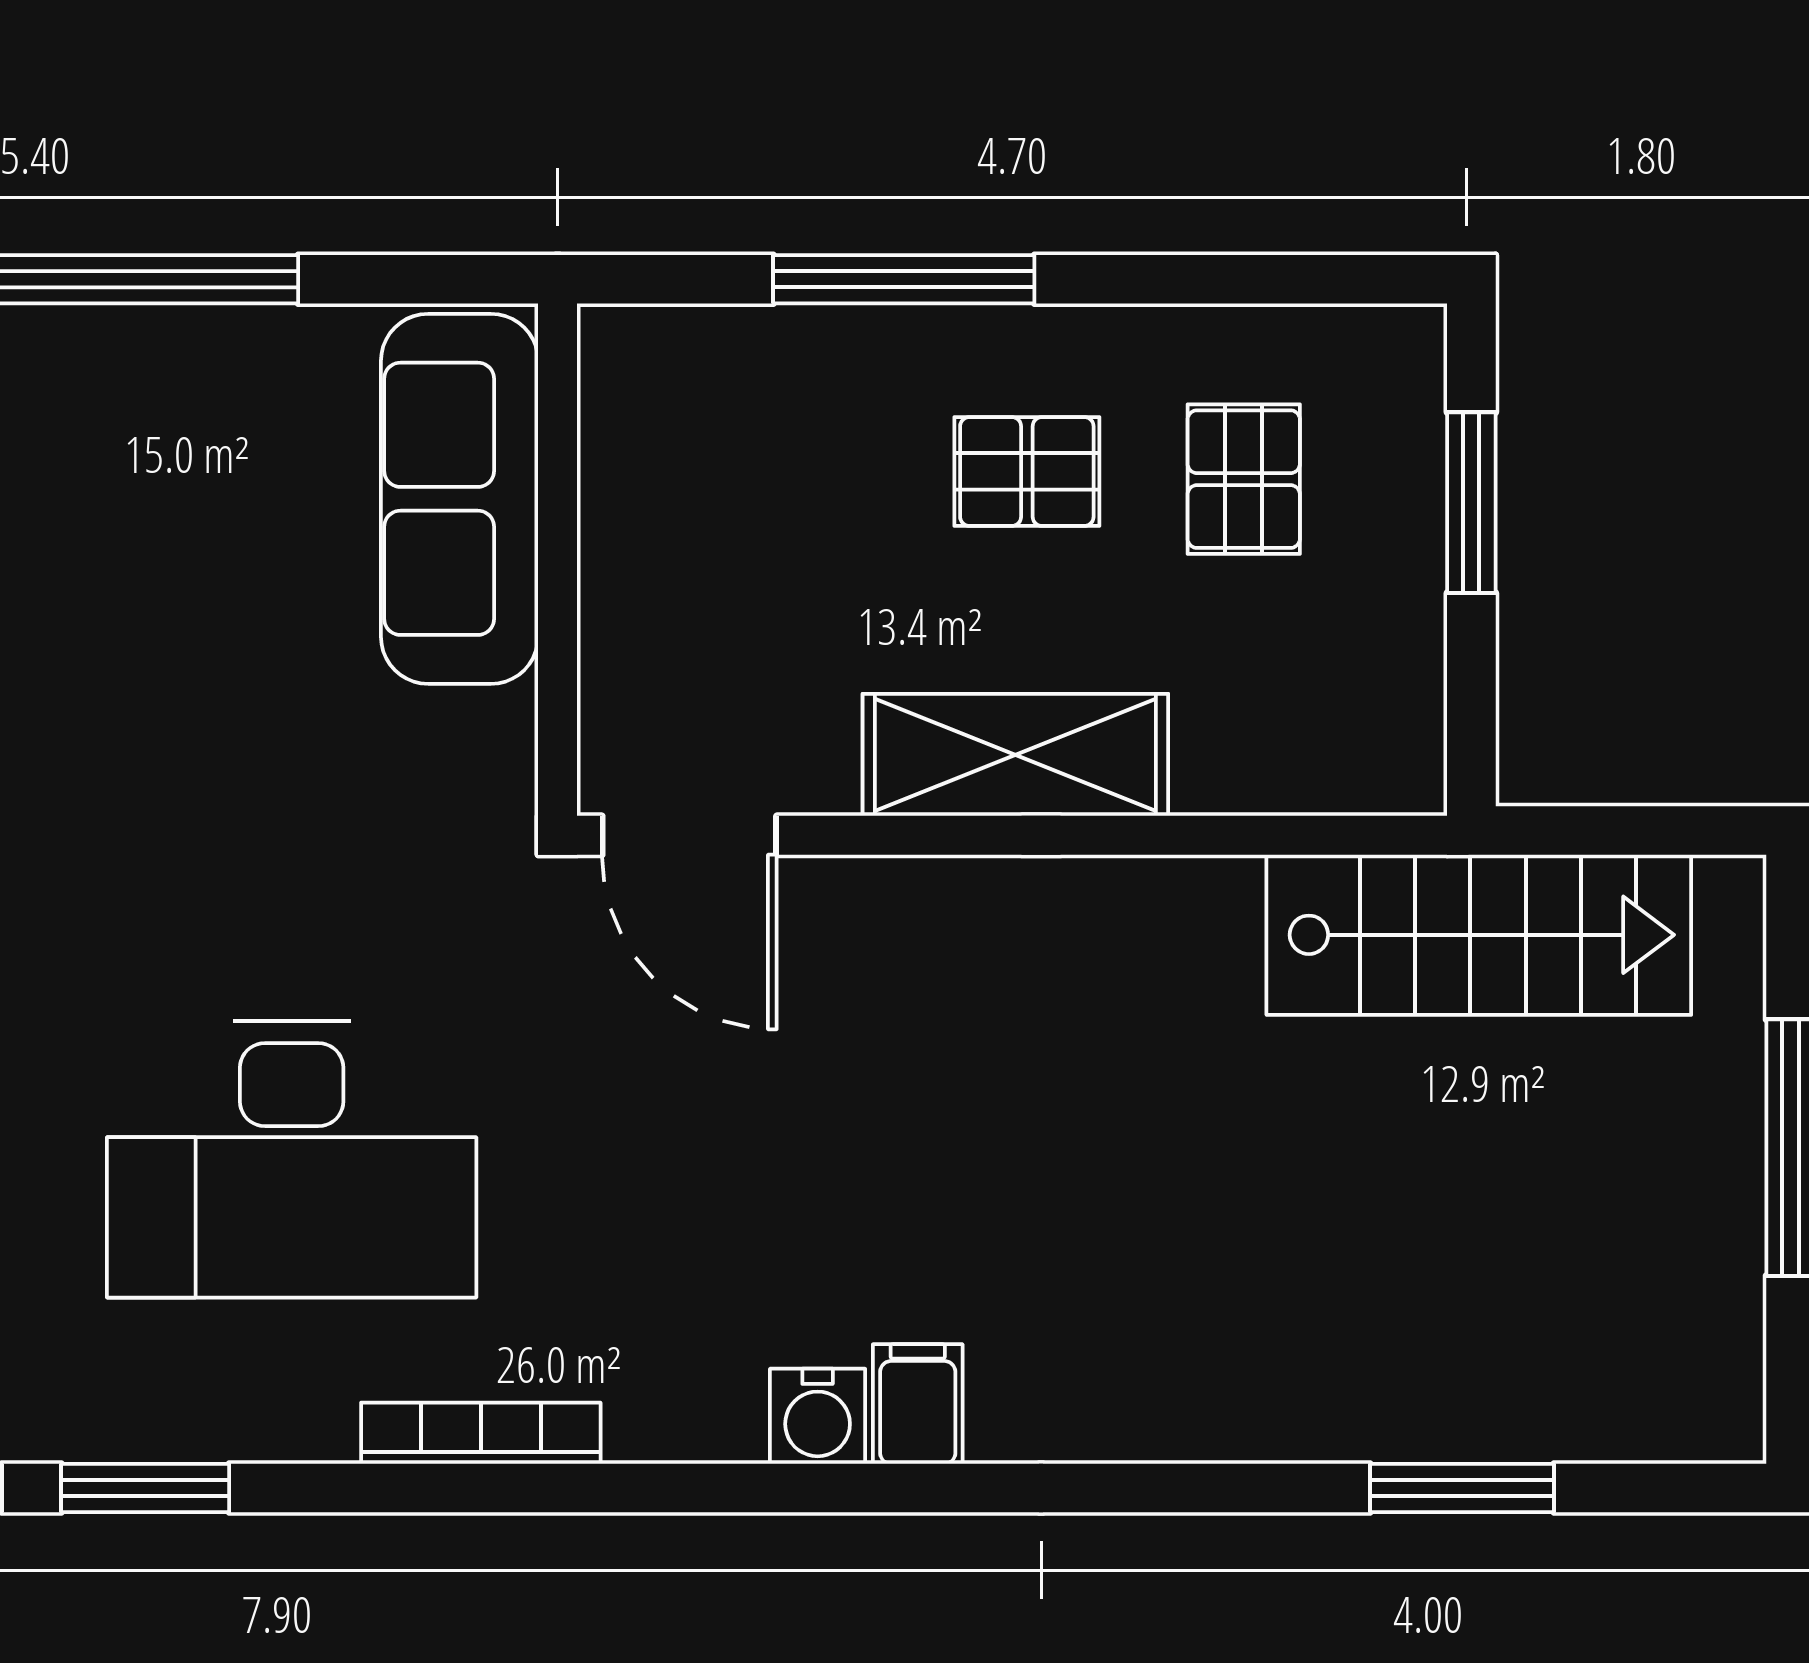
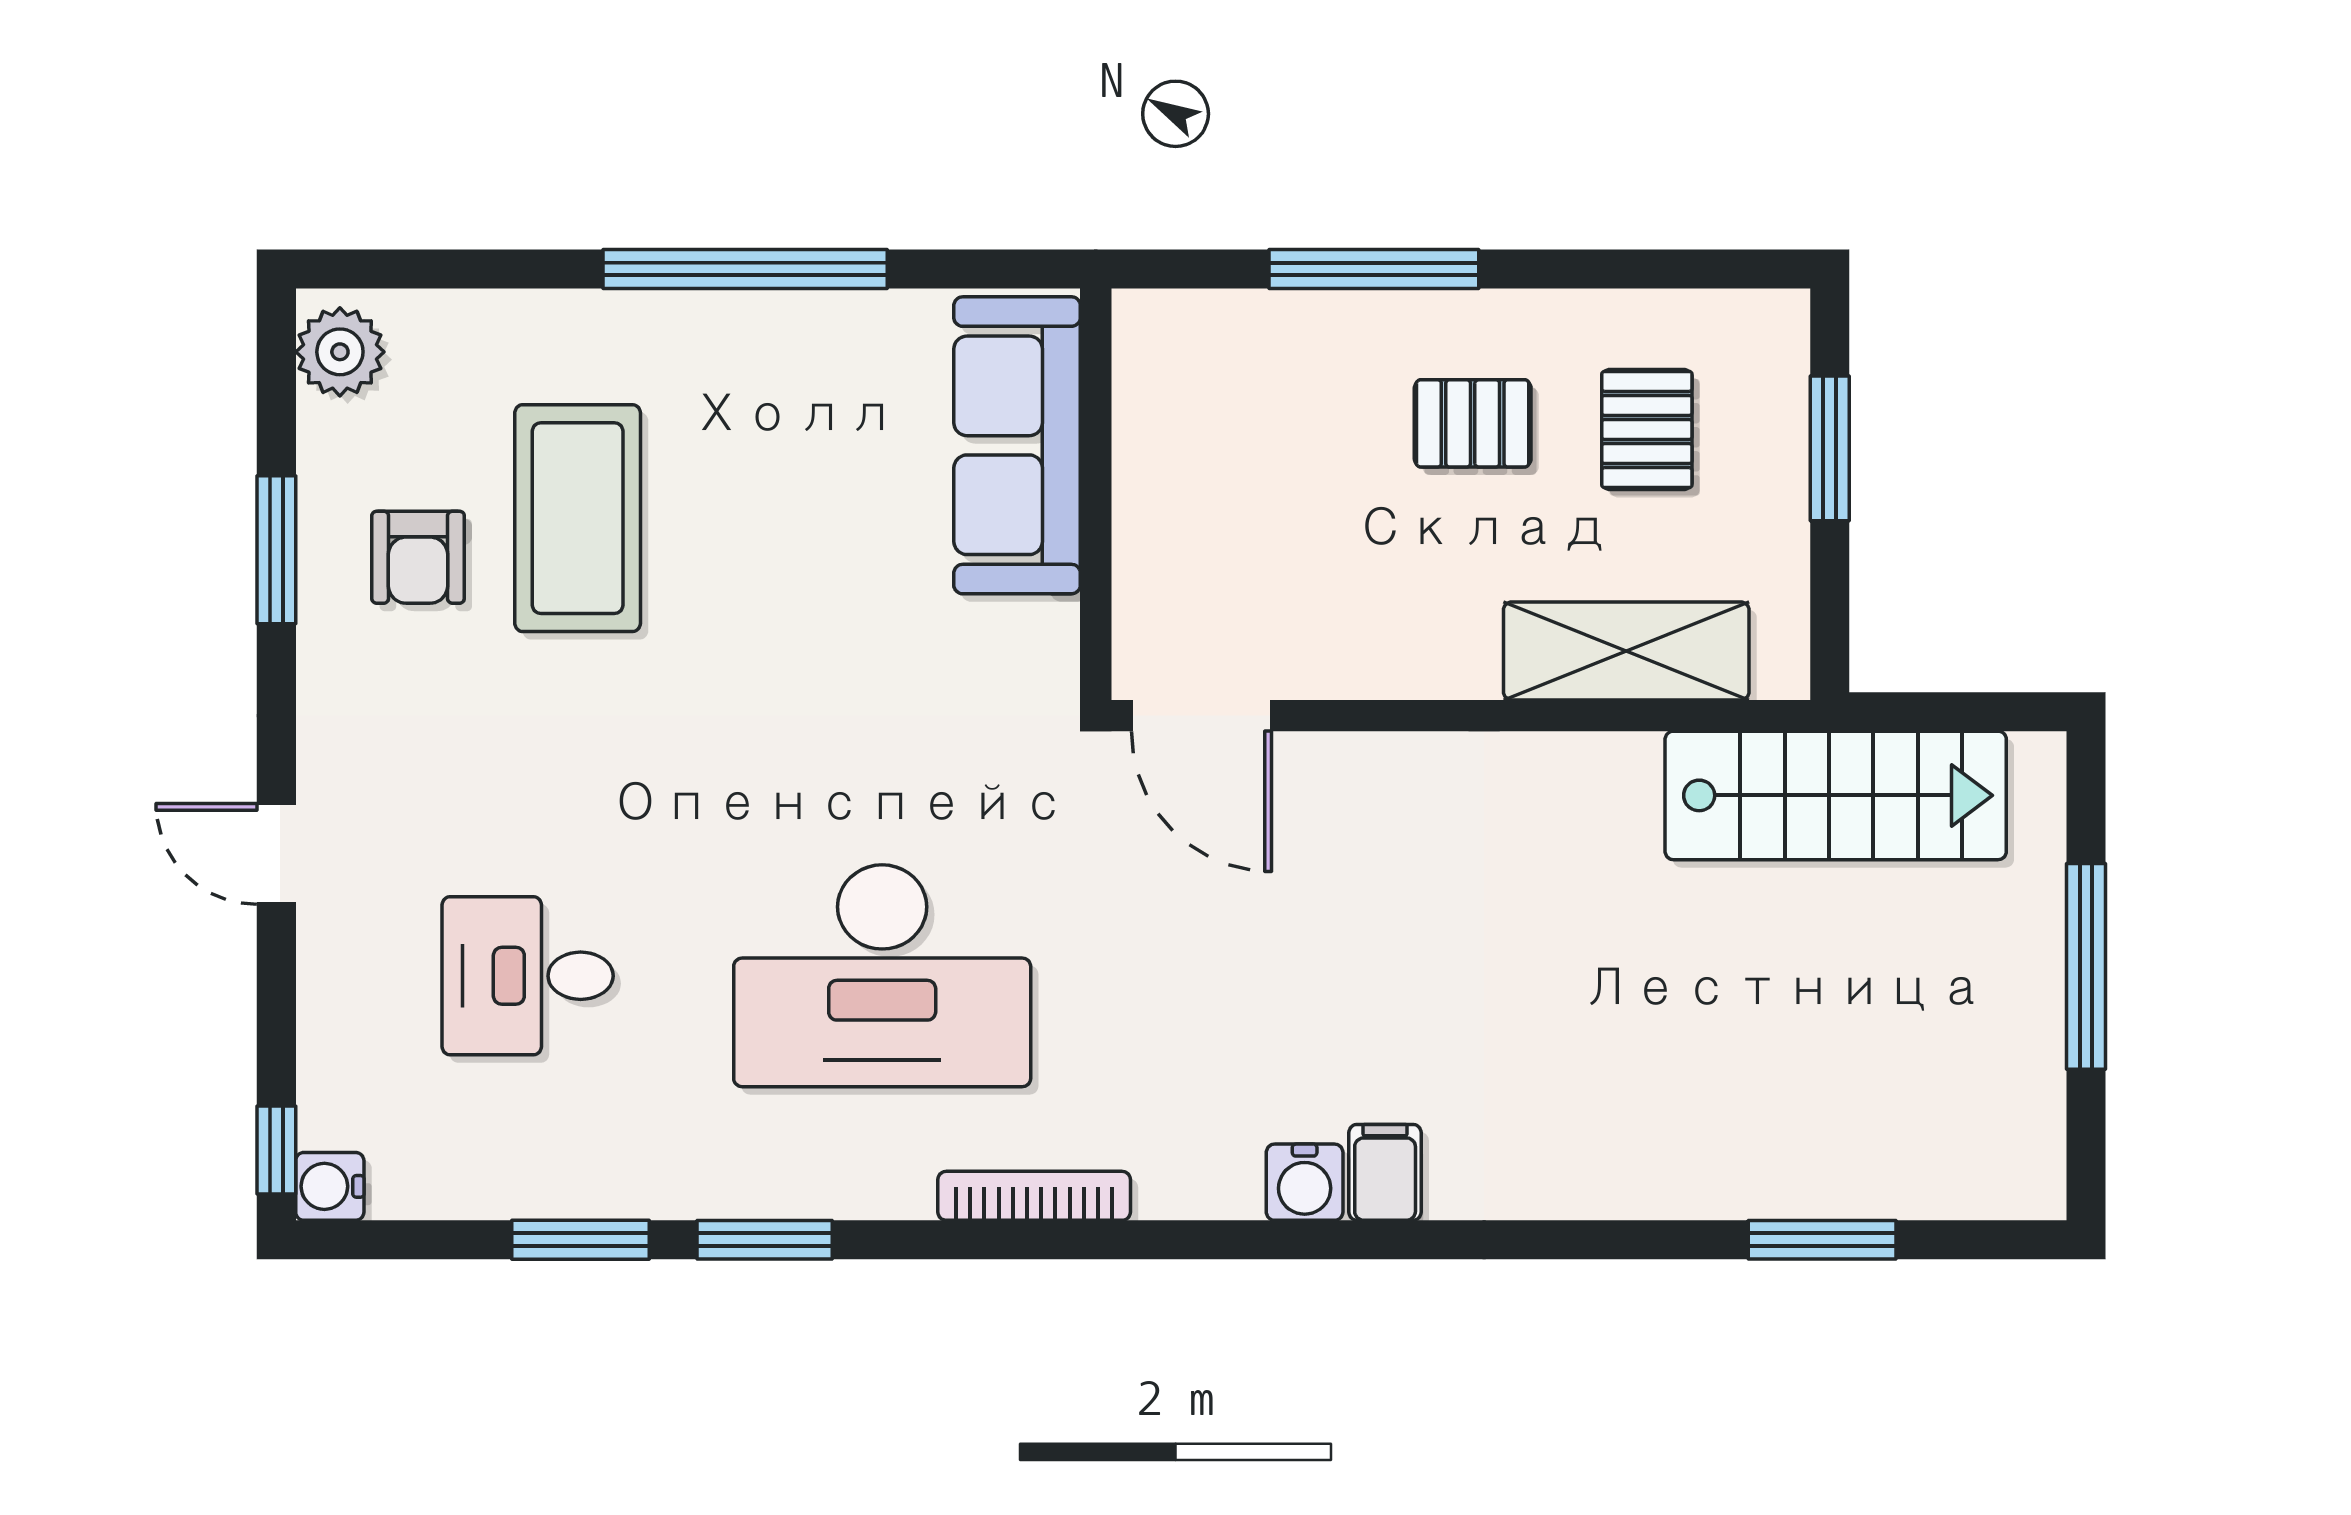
shelving: (1015, 755) -> (1626, 651), moved

